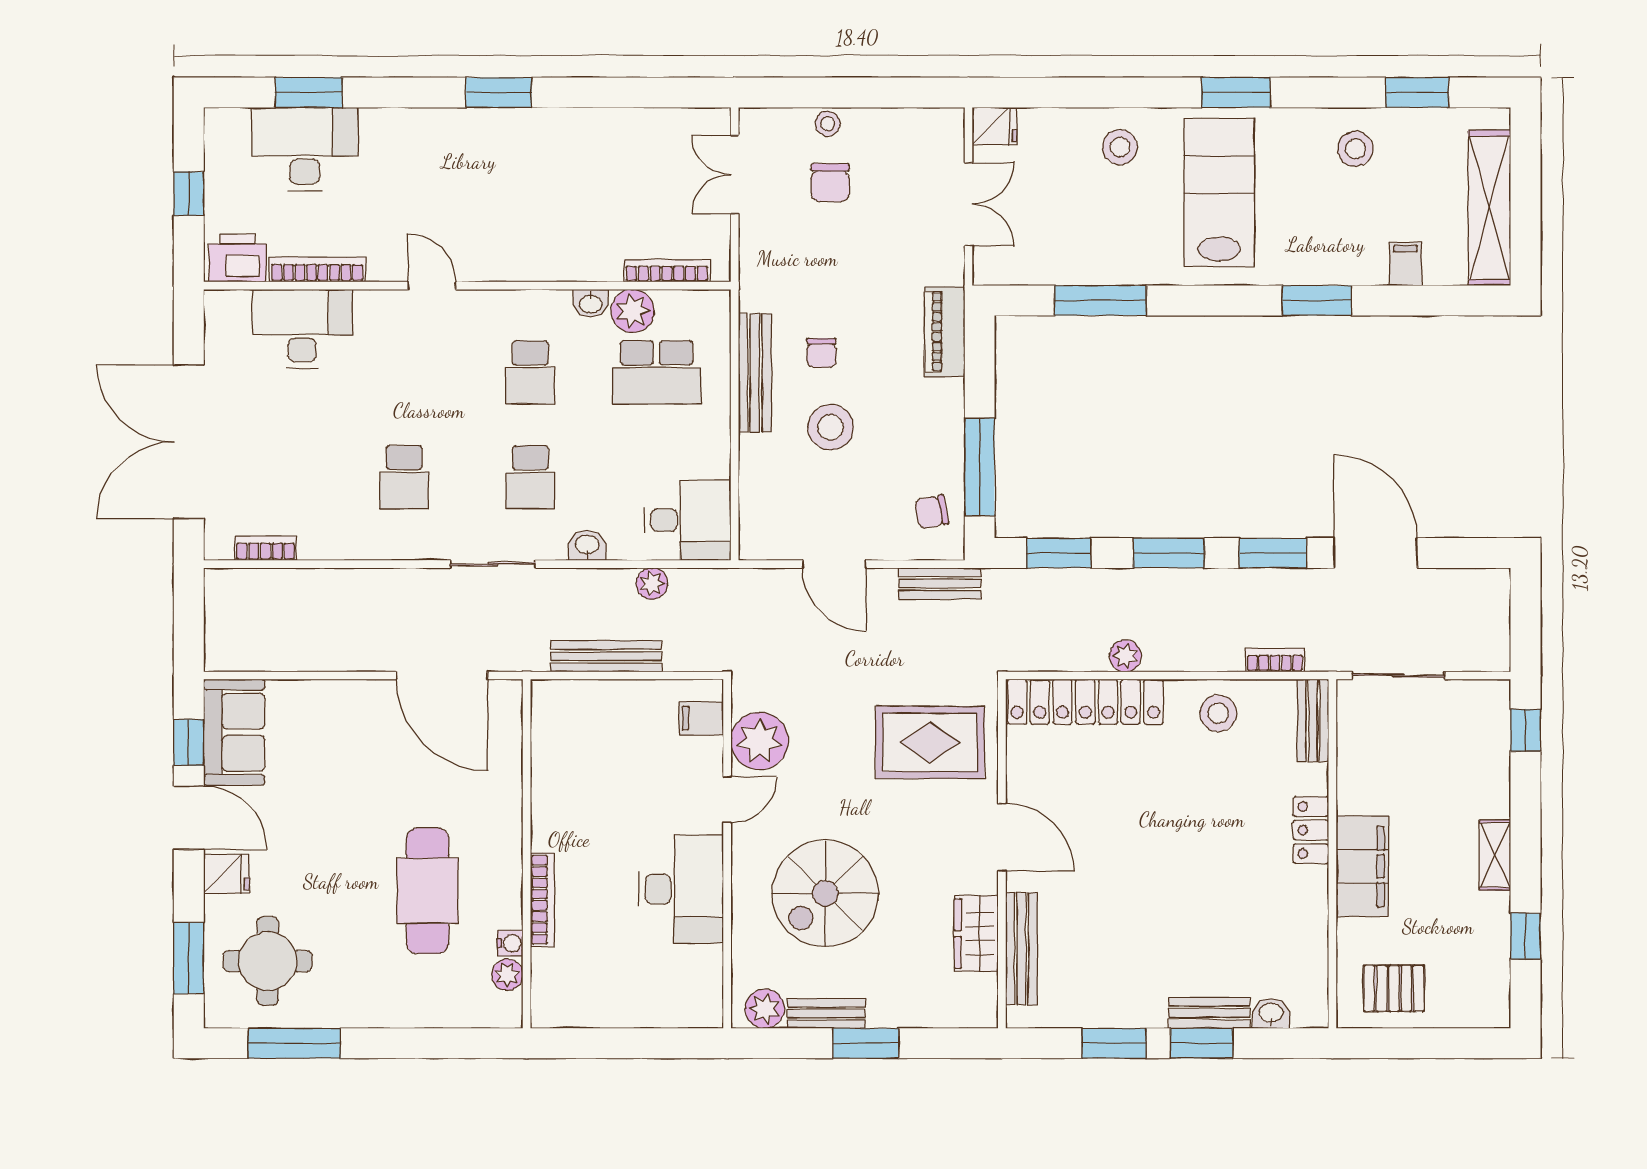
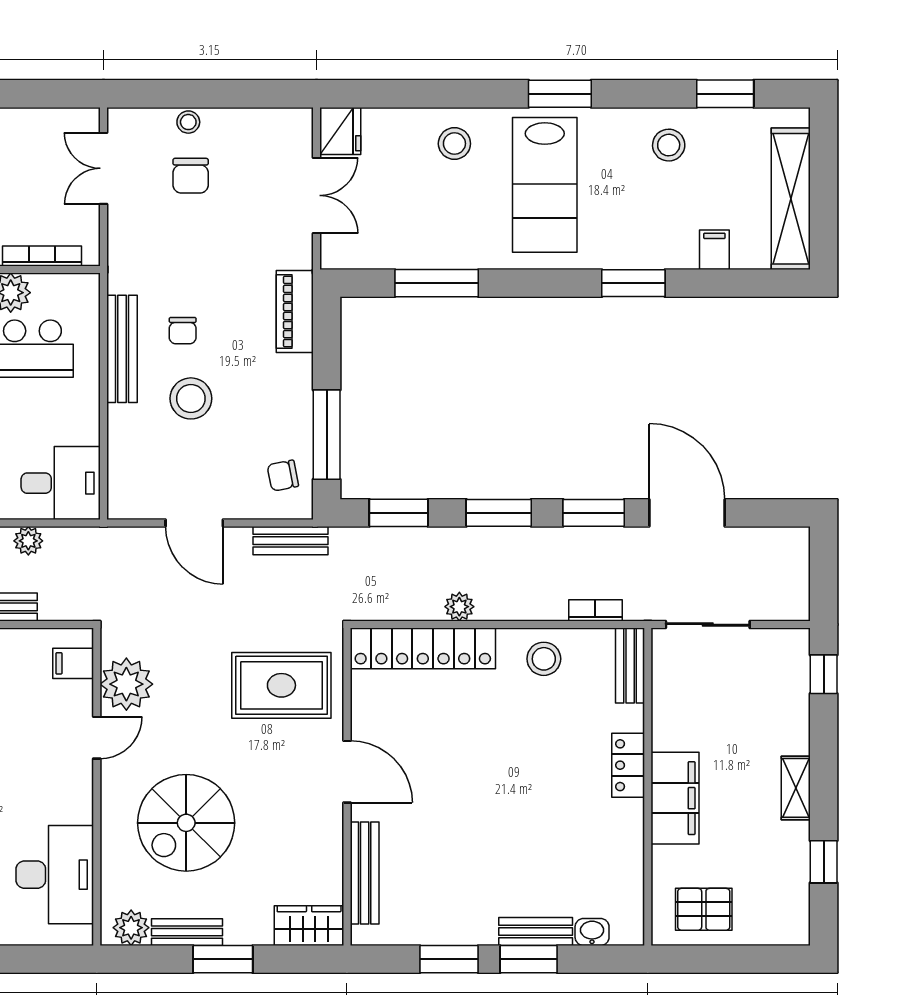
fridge: (995, 126) -> (340, 131), width x1.38
lab bench: (1219, 193) -> (545, 185), turned 180
desk: (681, 889) -> (55, 875), moved
wardrobe: (976, 934) -> (309, 926), moved, turned 90

